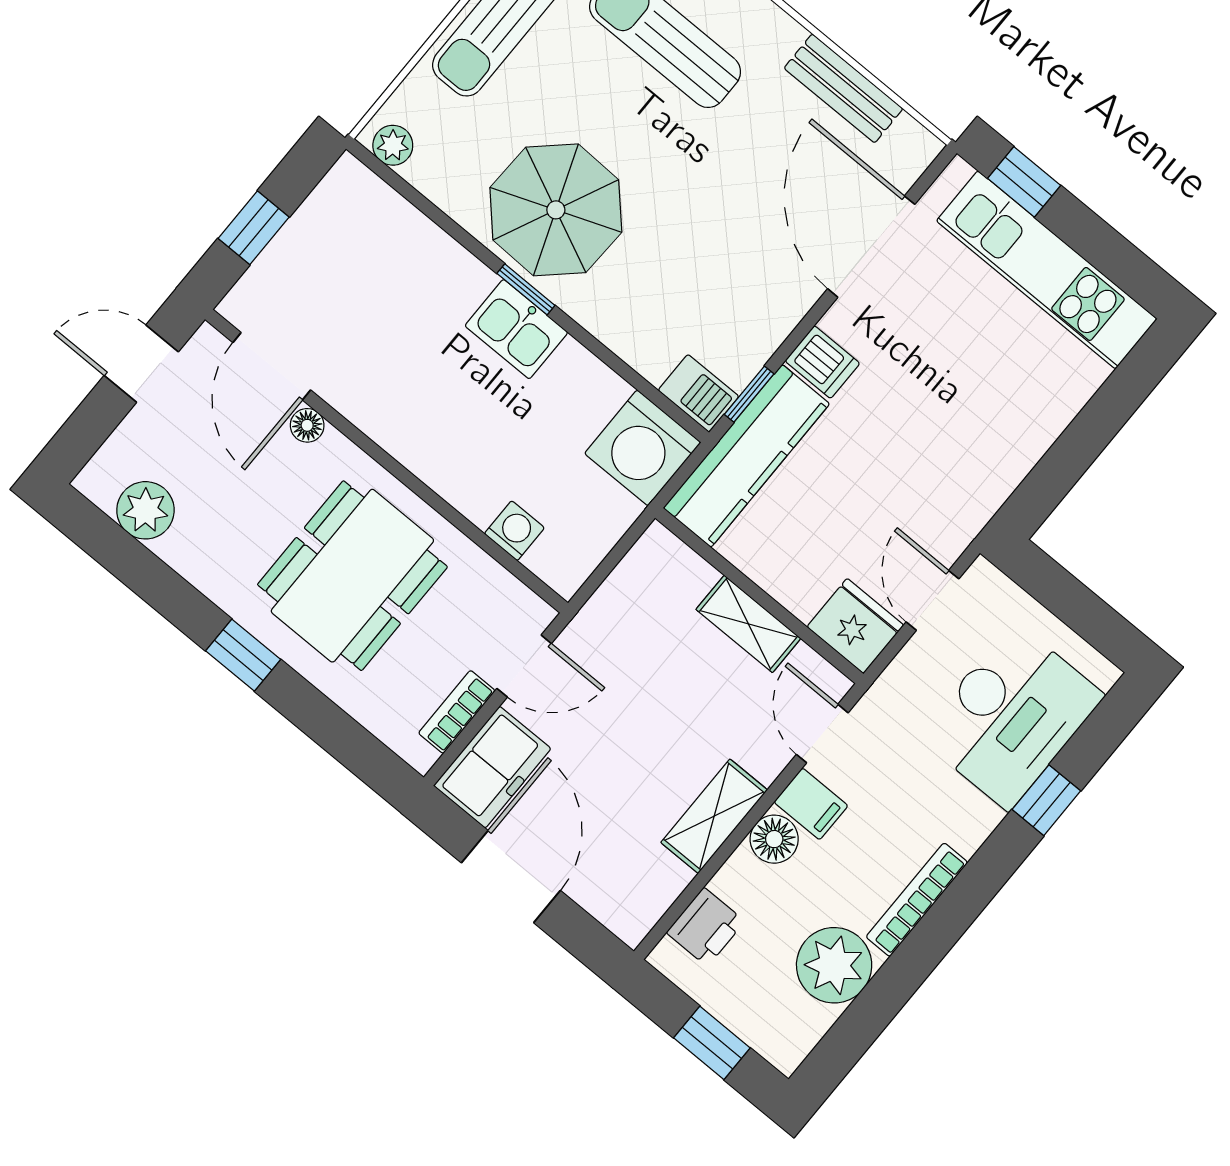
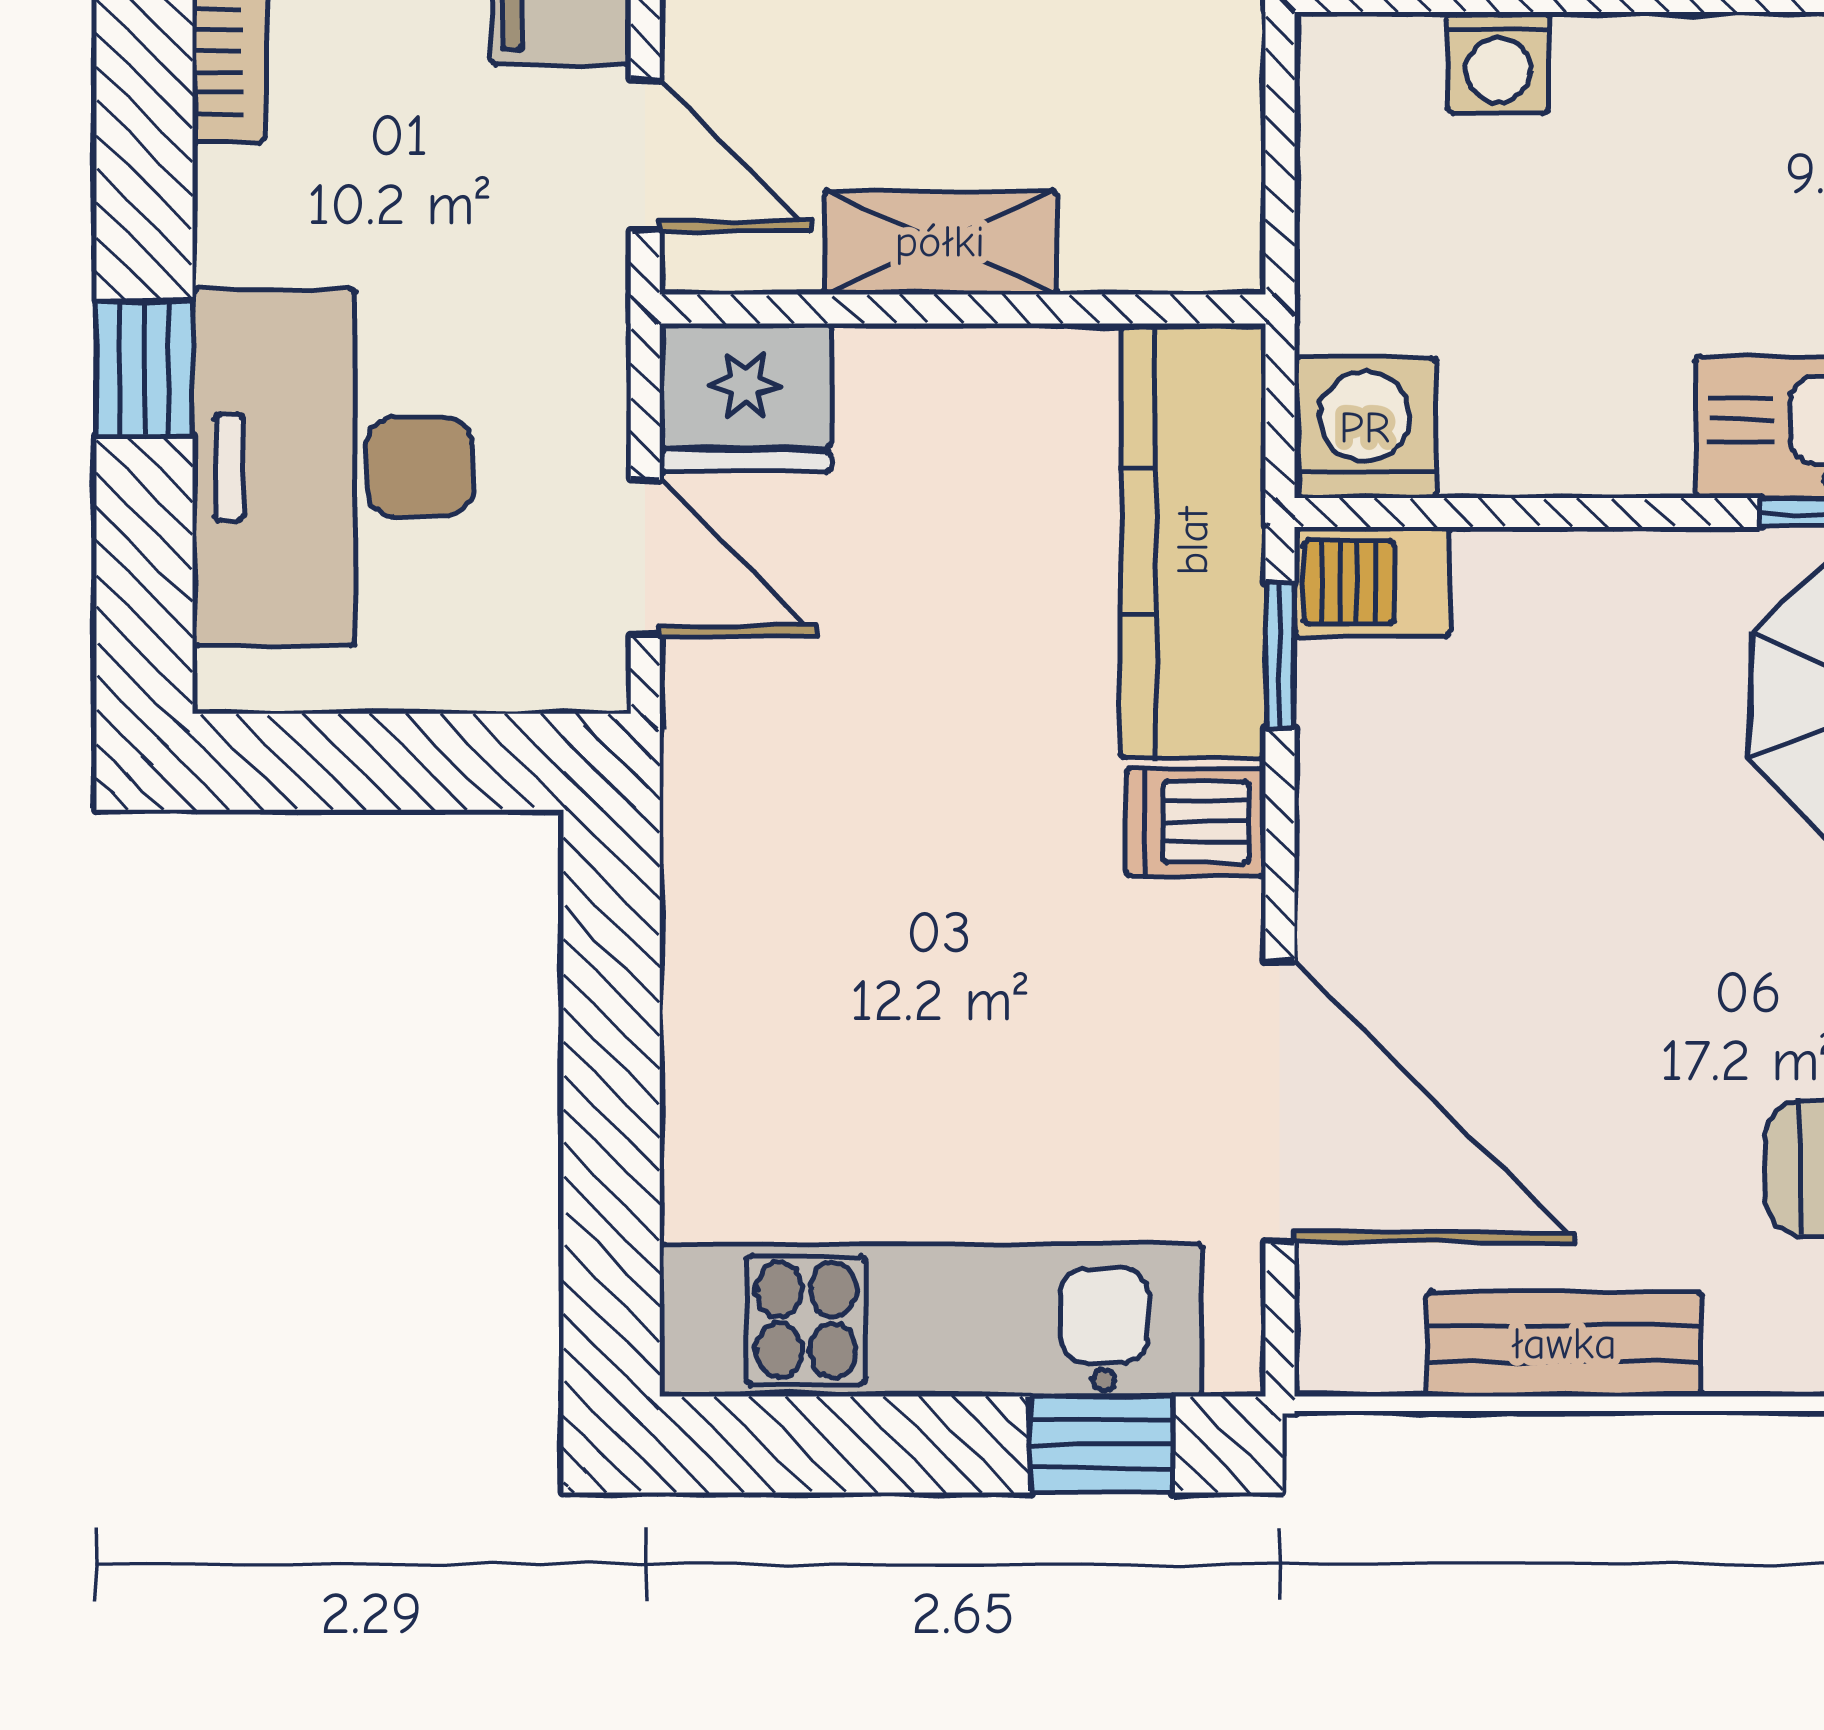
washing machine: (643, 448) -> (1365, 428), width x0.73, depth x0.73

